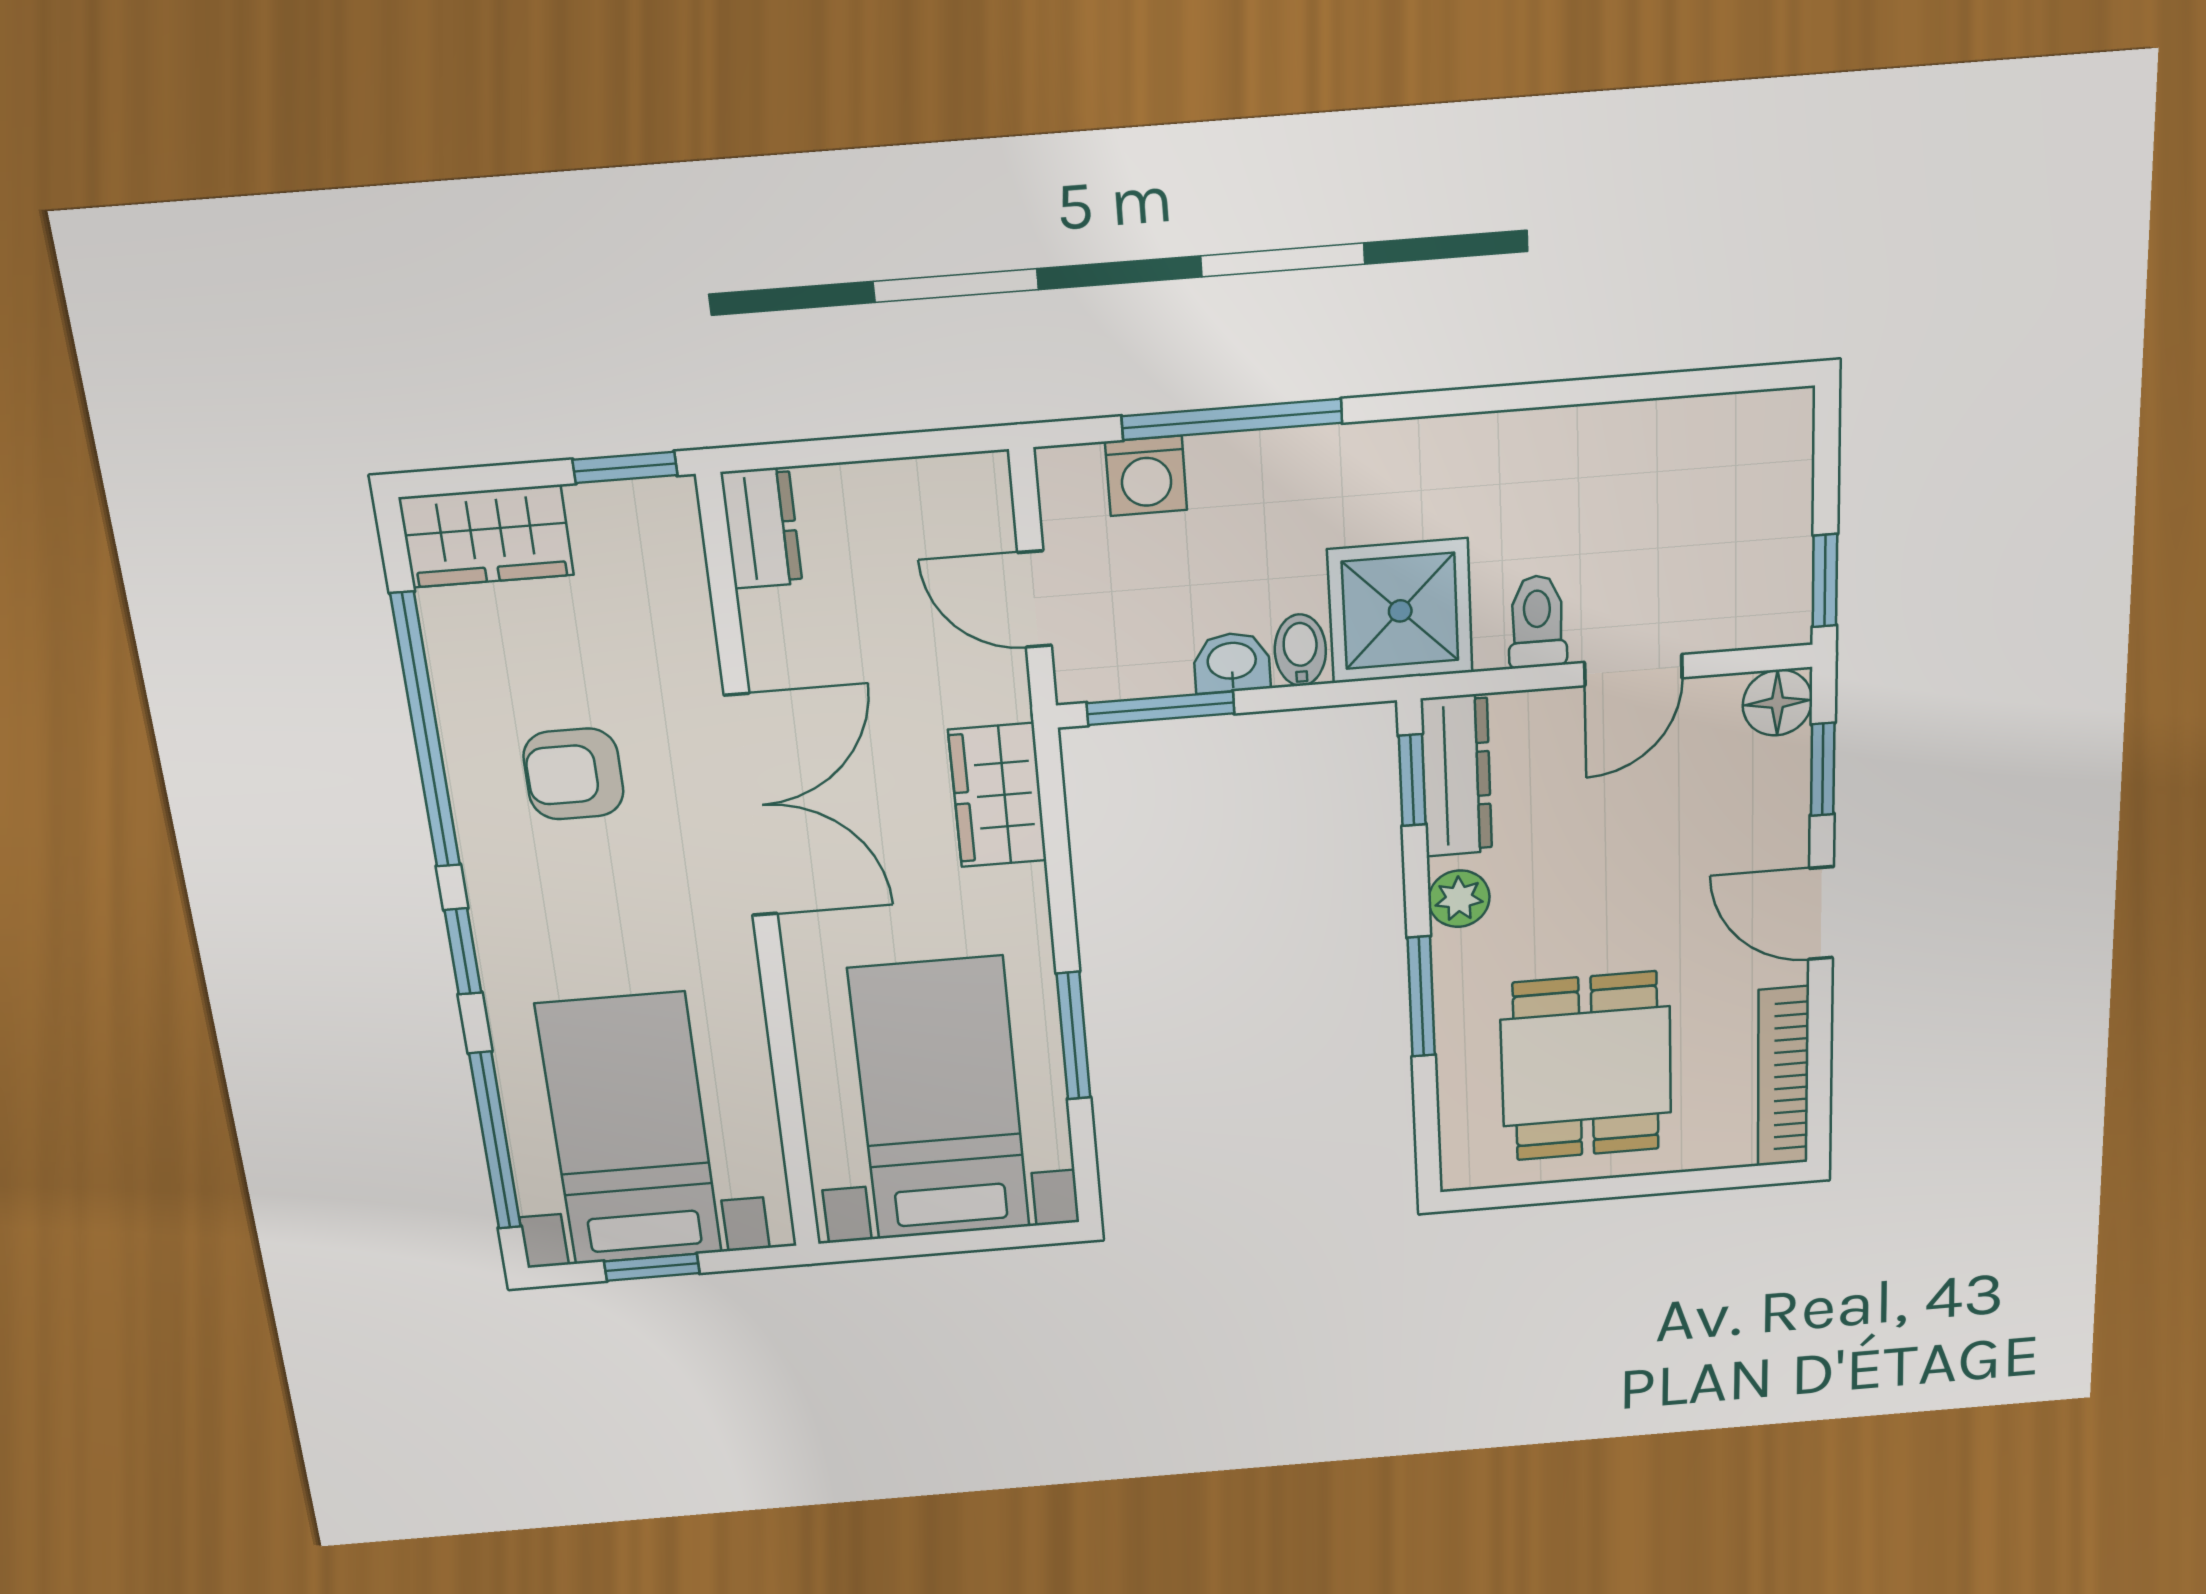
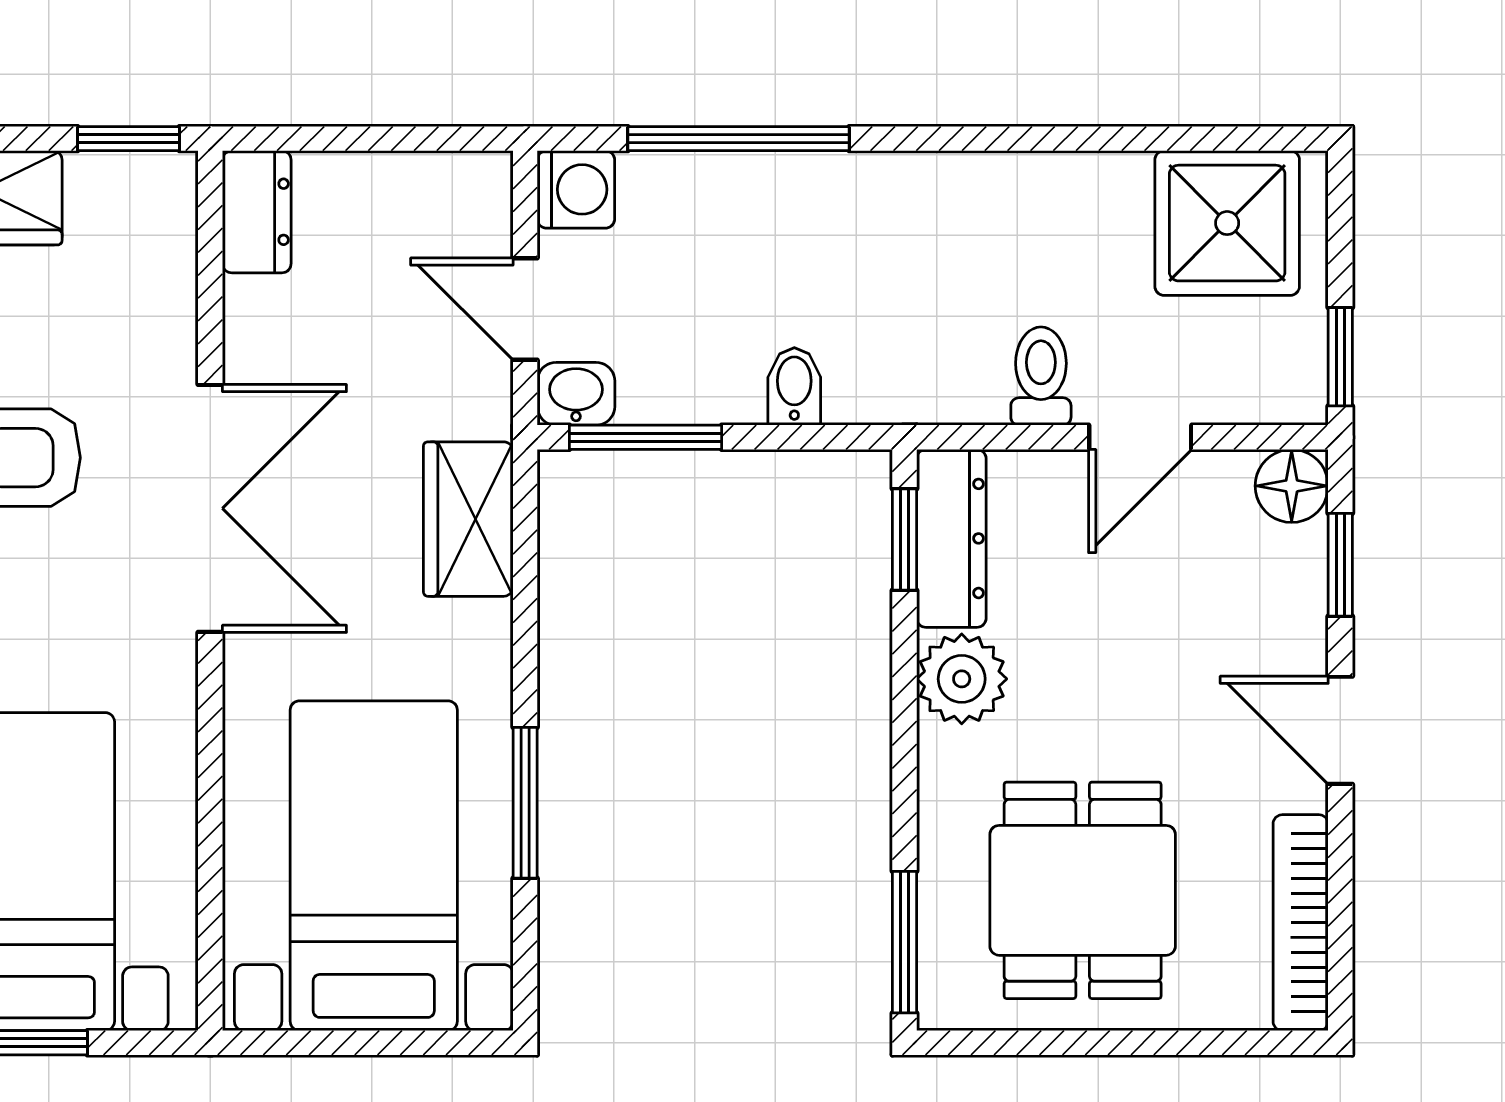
washing machine: (1146, 476) -> (576, 189), moved, turned -90
shower: (1400, 611) -> (1227, 223), moved
washbasin: (1232, 662) -> (576, 394), moved
plant: (1459, 899) -> (962, 679), width x1.38, depth x1.38
window: (1421, 997) -> (904, 942), moved

